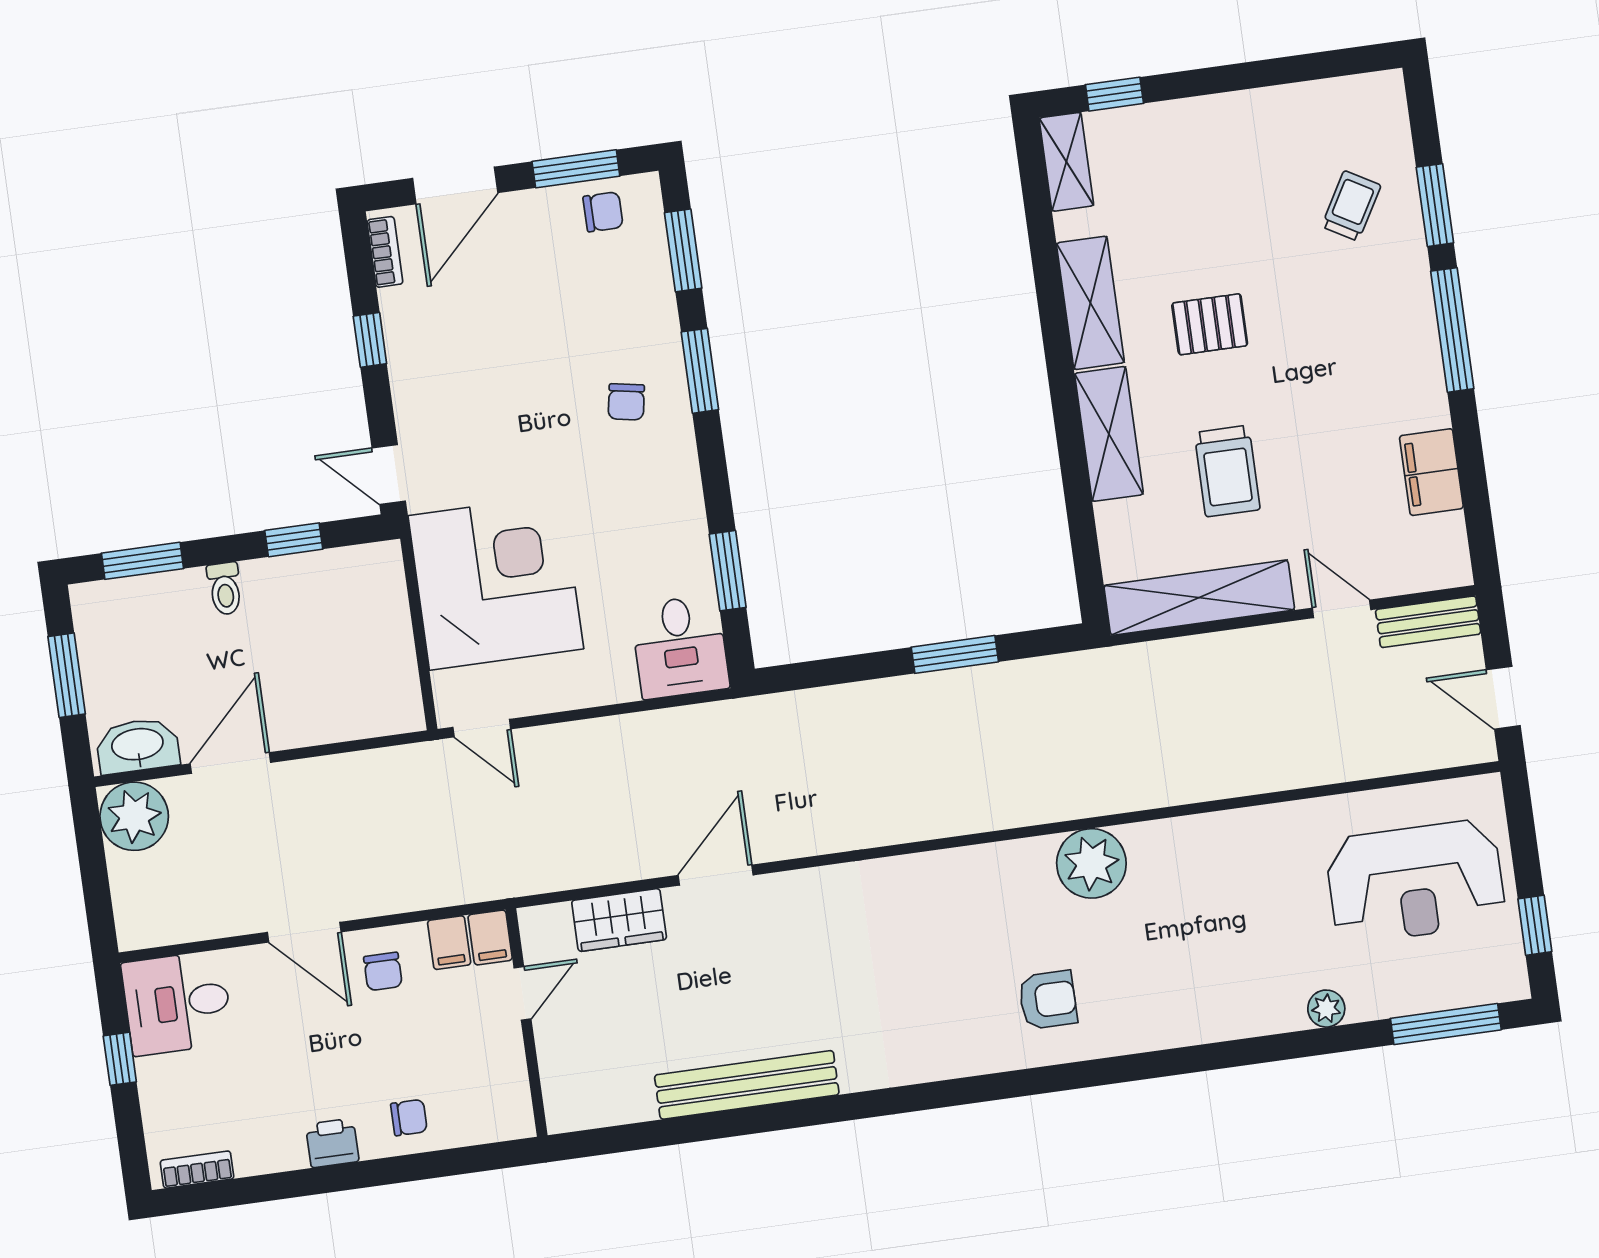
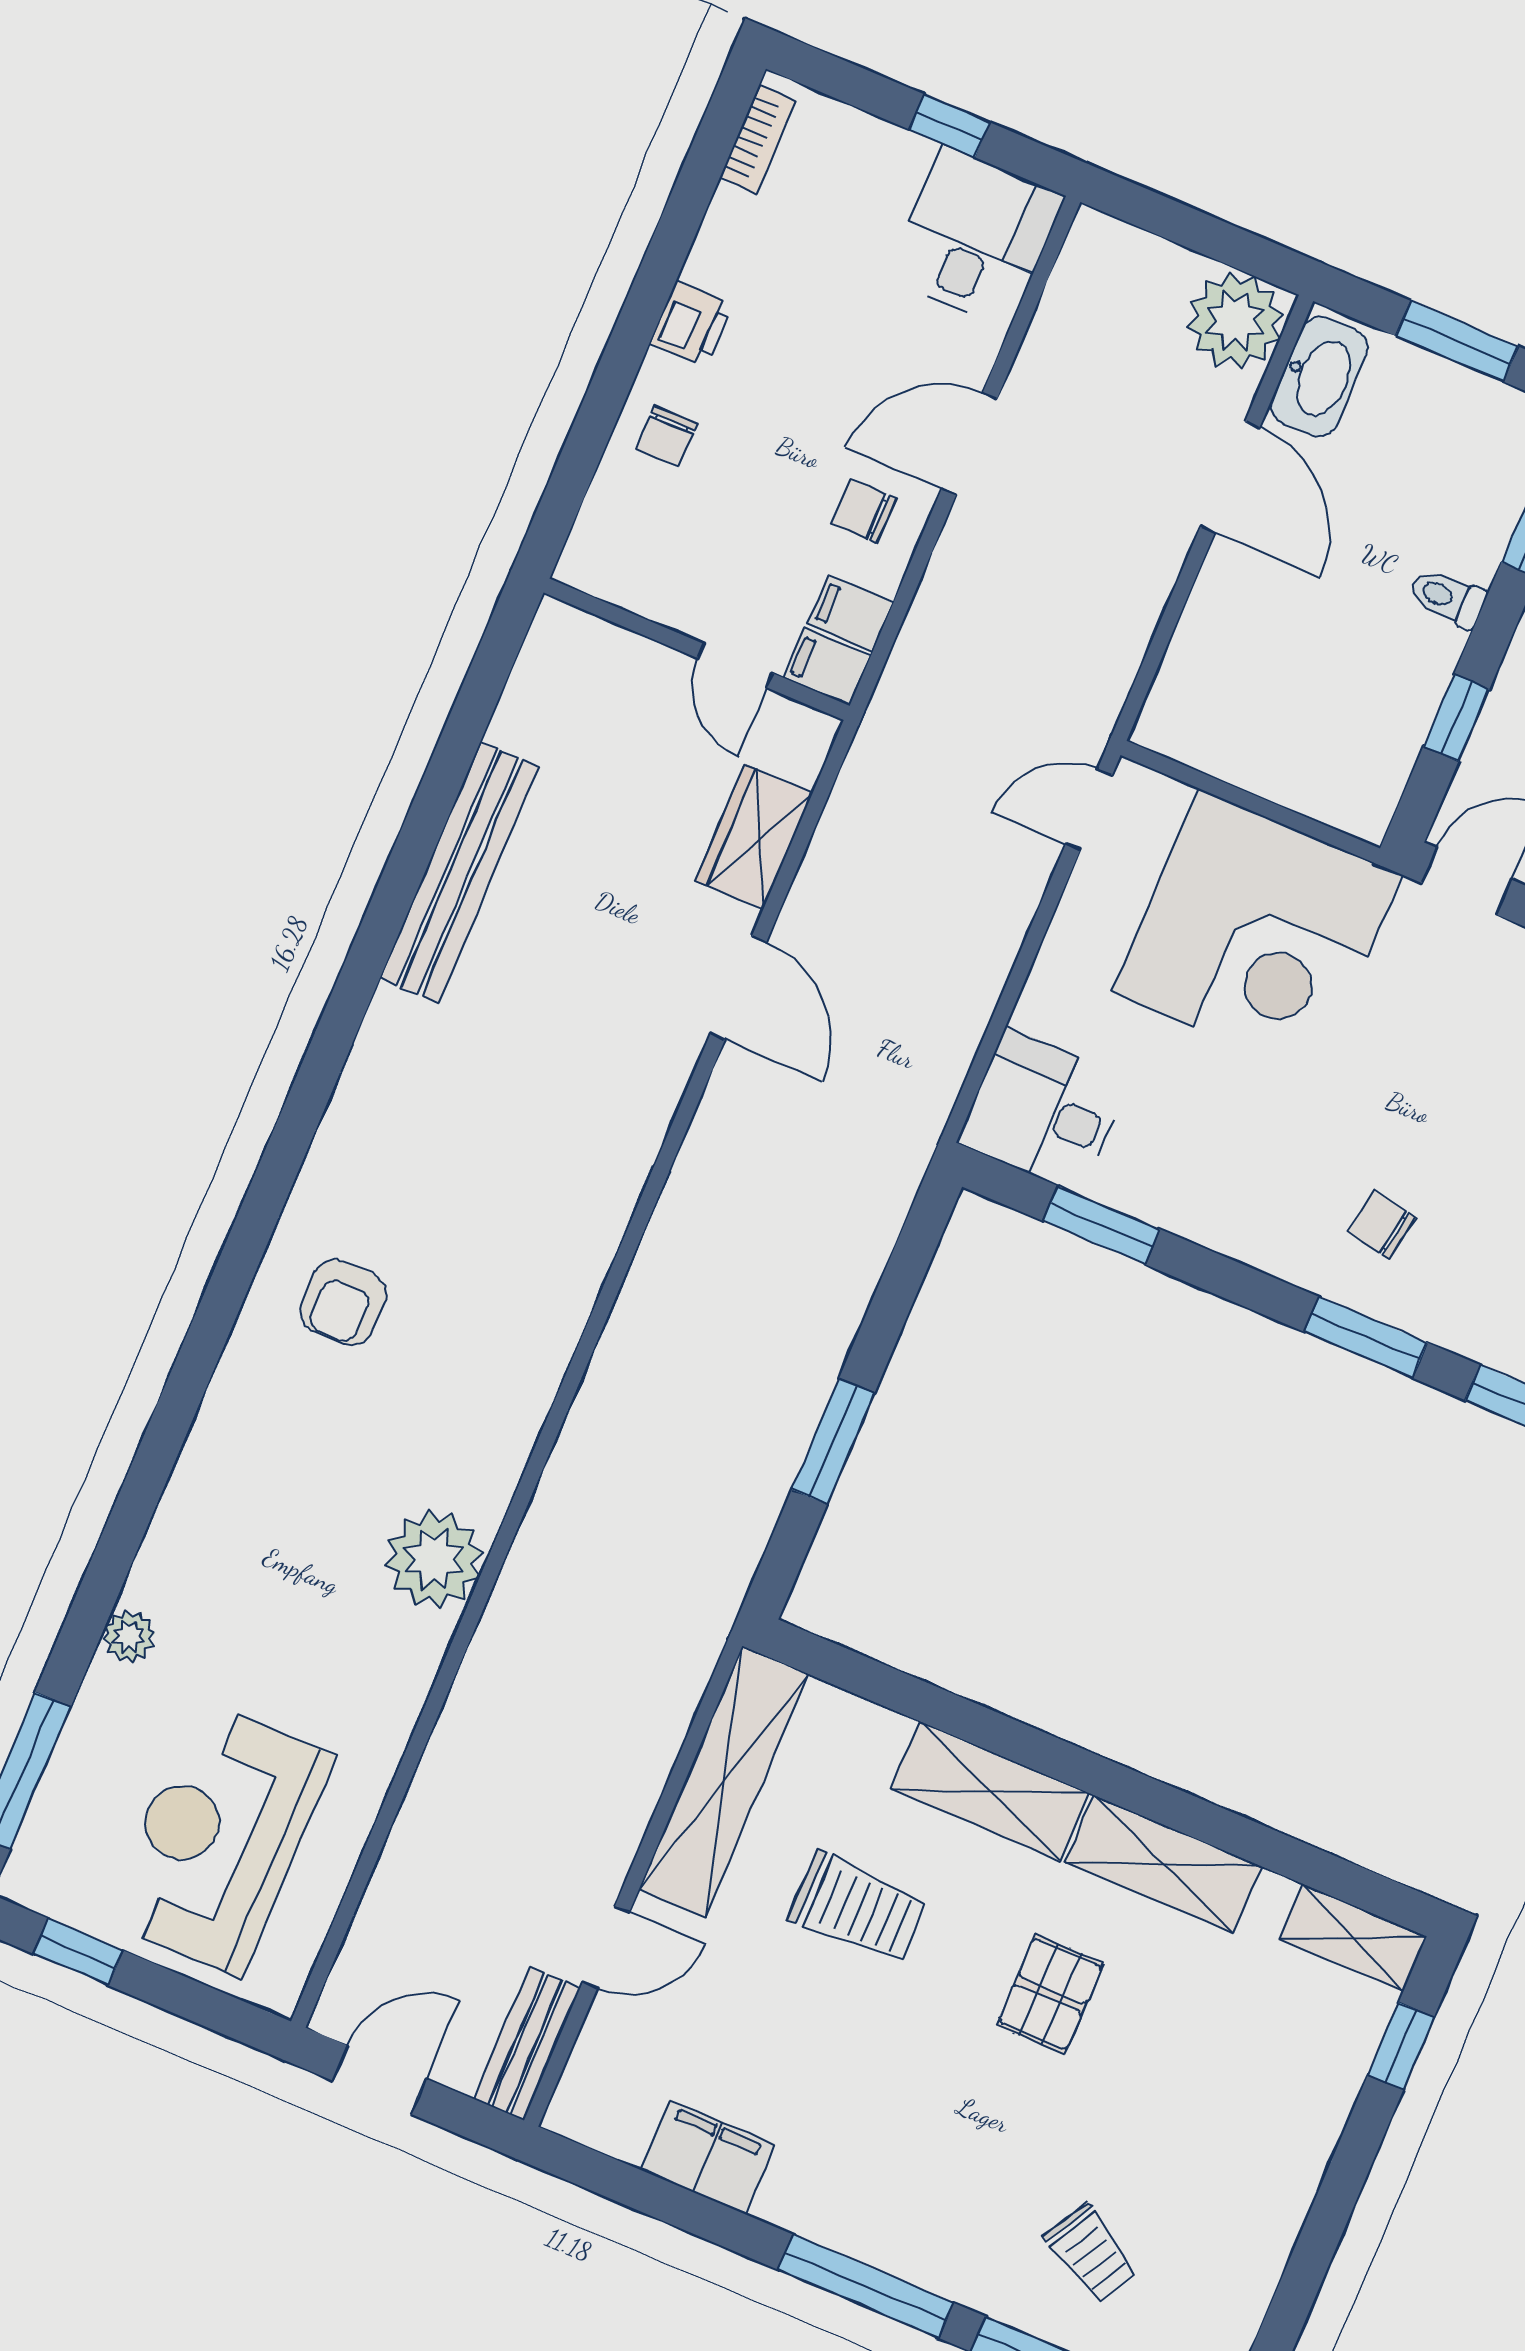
trolley: (1227, 471) -> (858, 1908), turned 180
plant: (1091, 863) -> (434, 1559), moved

